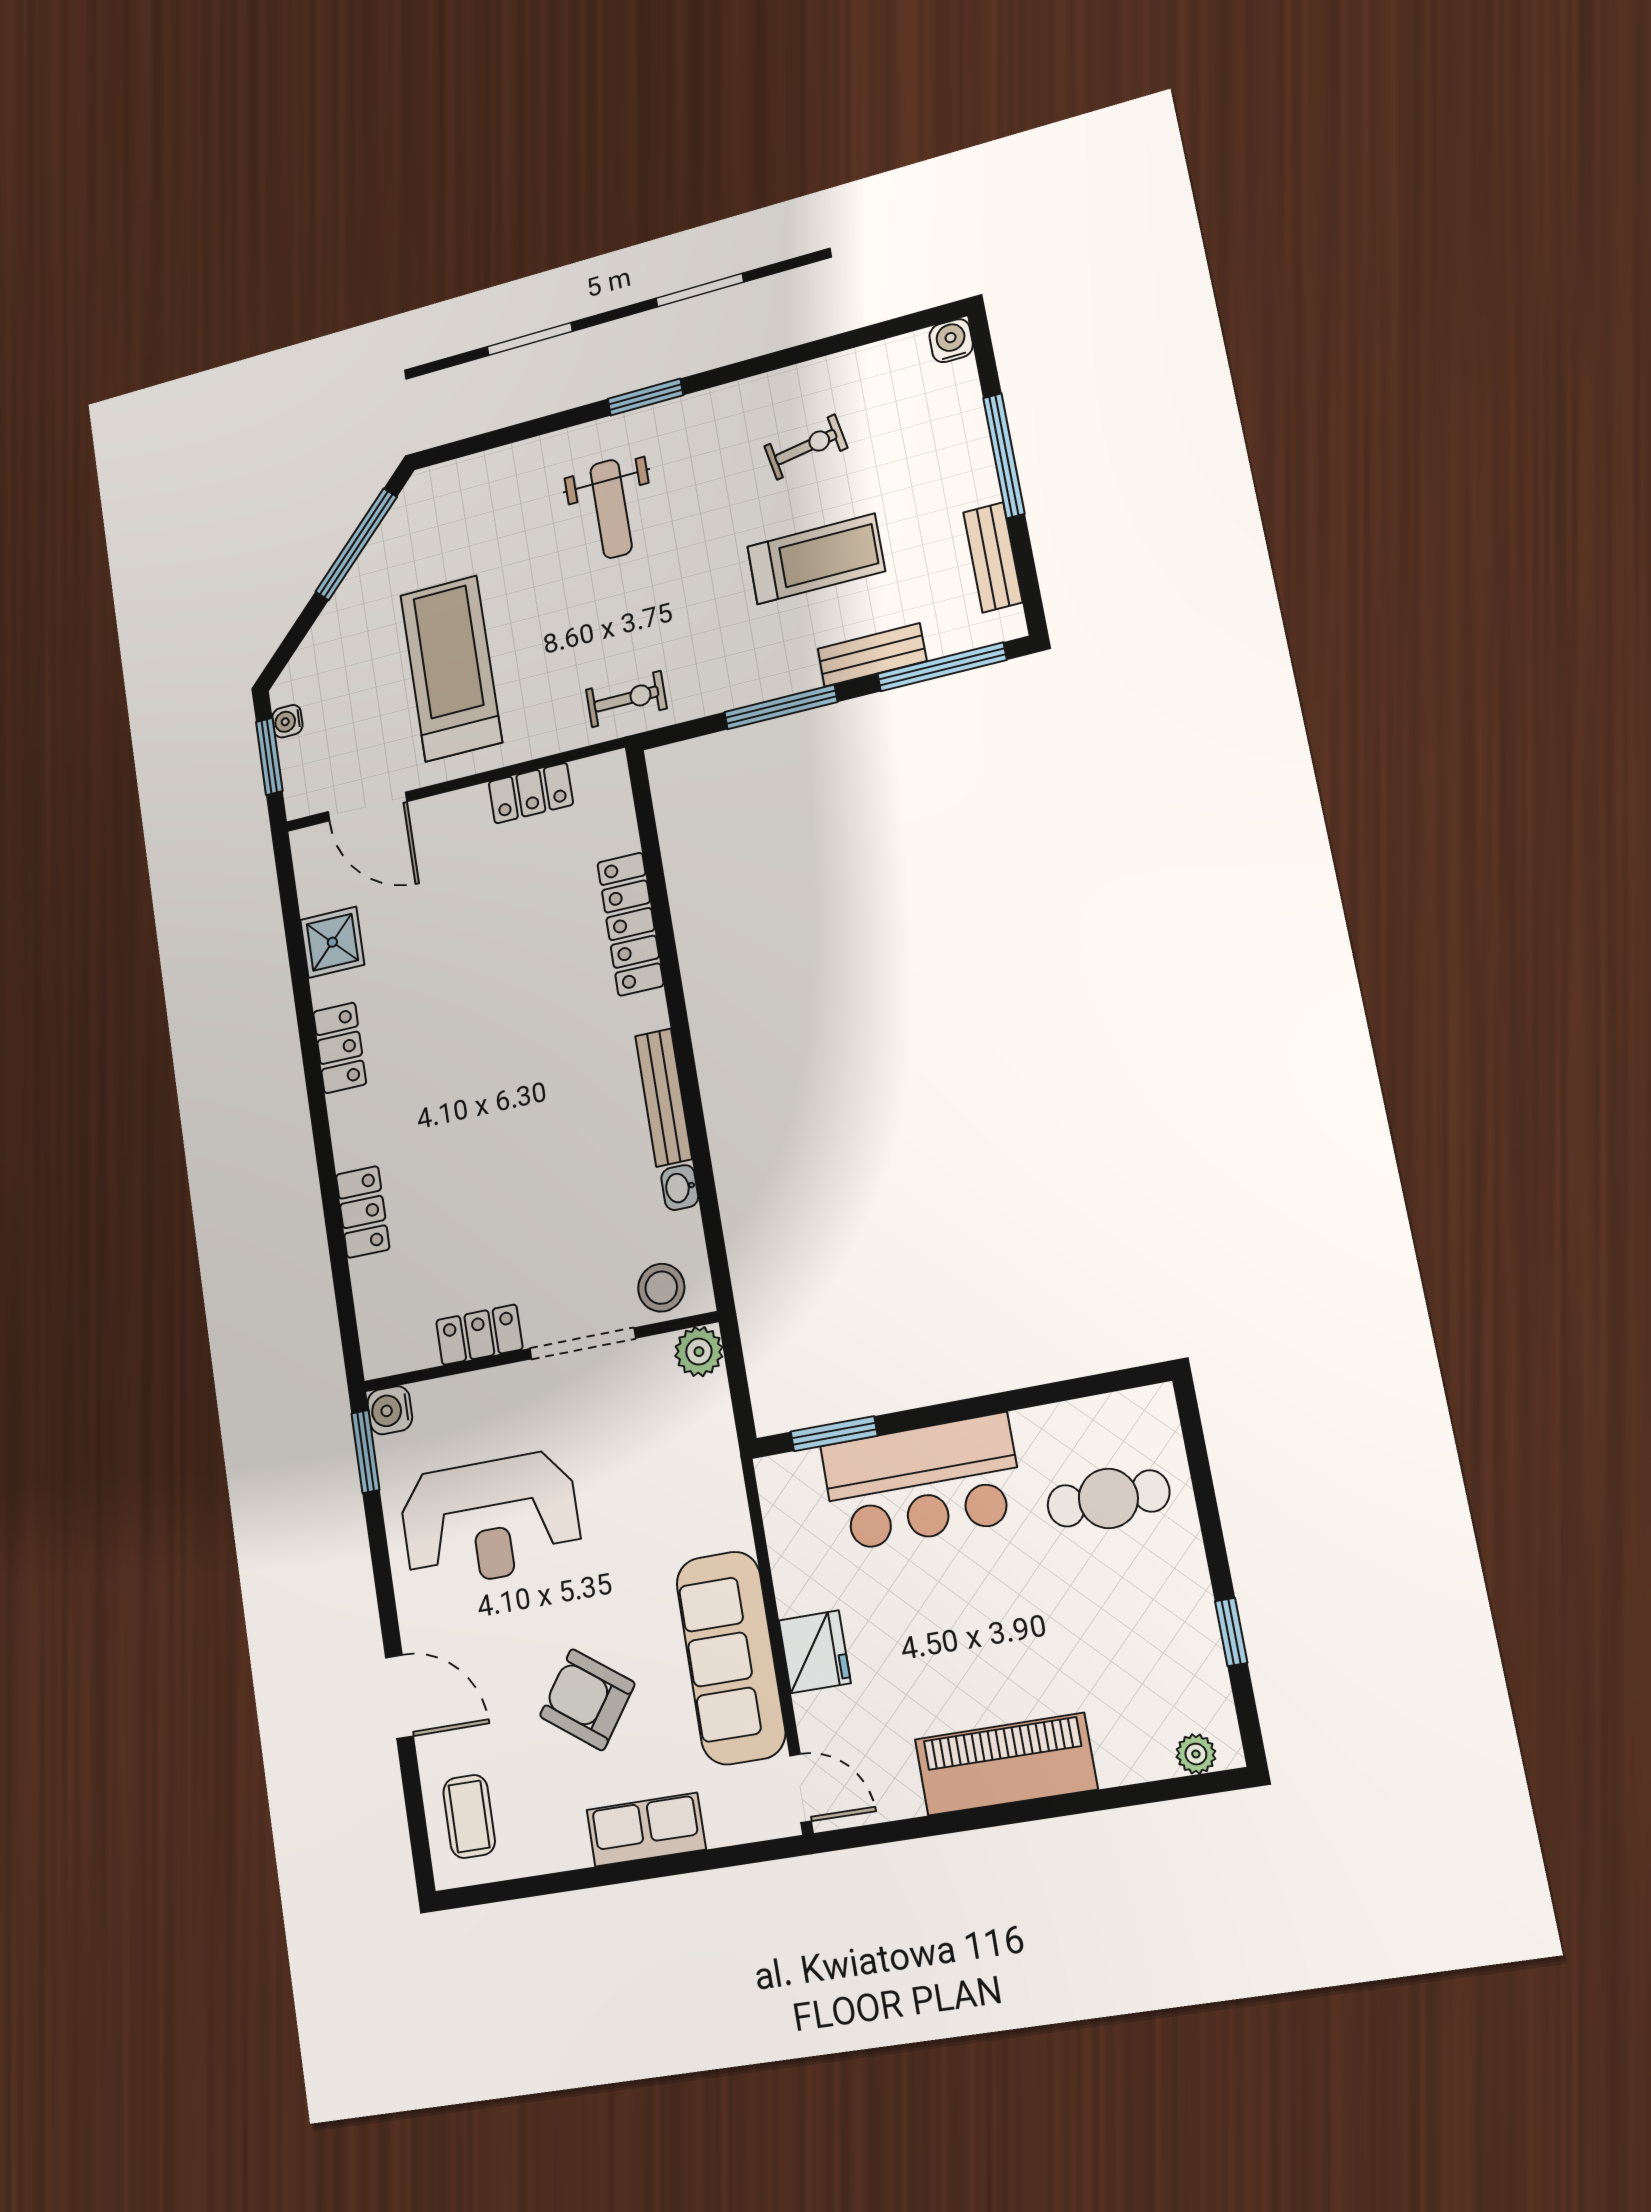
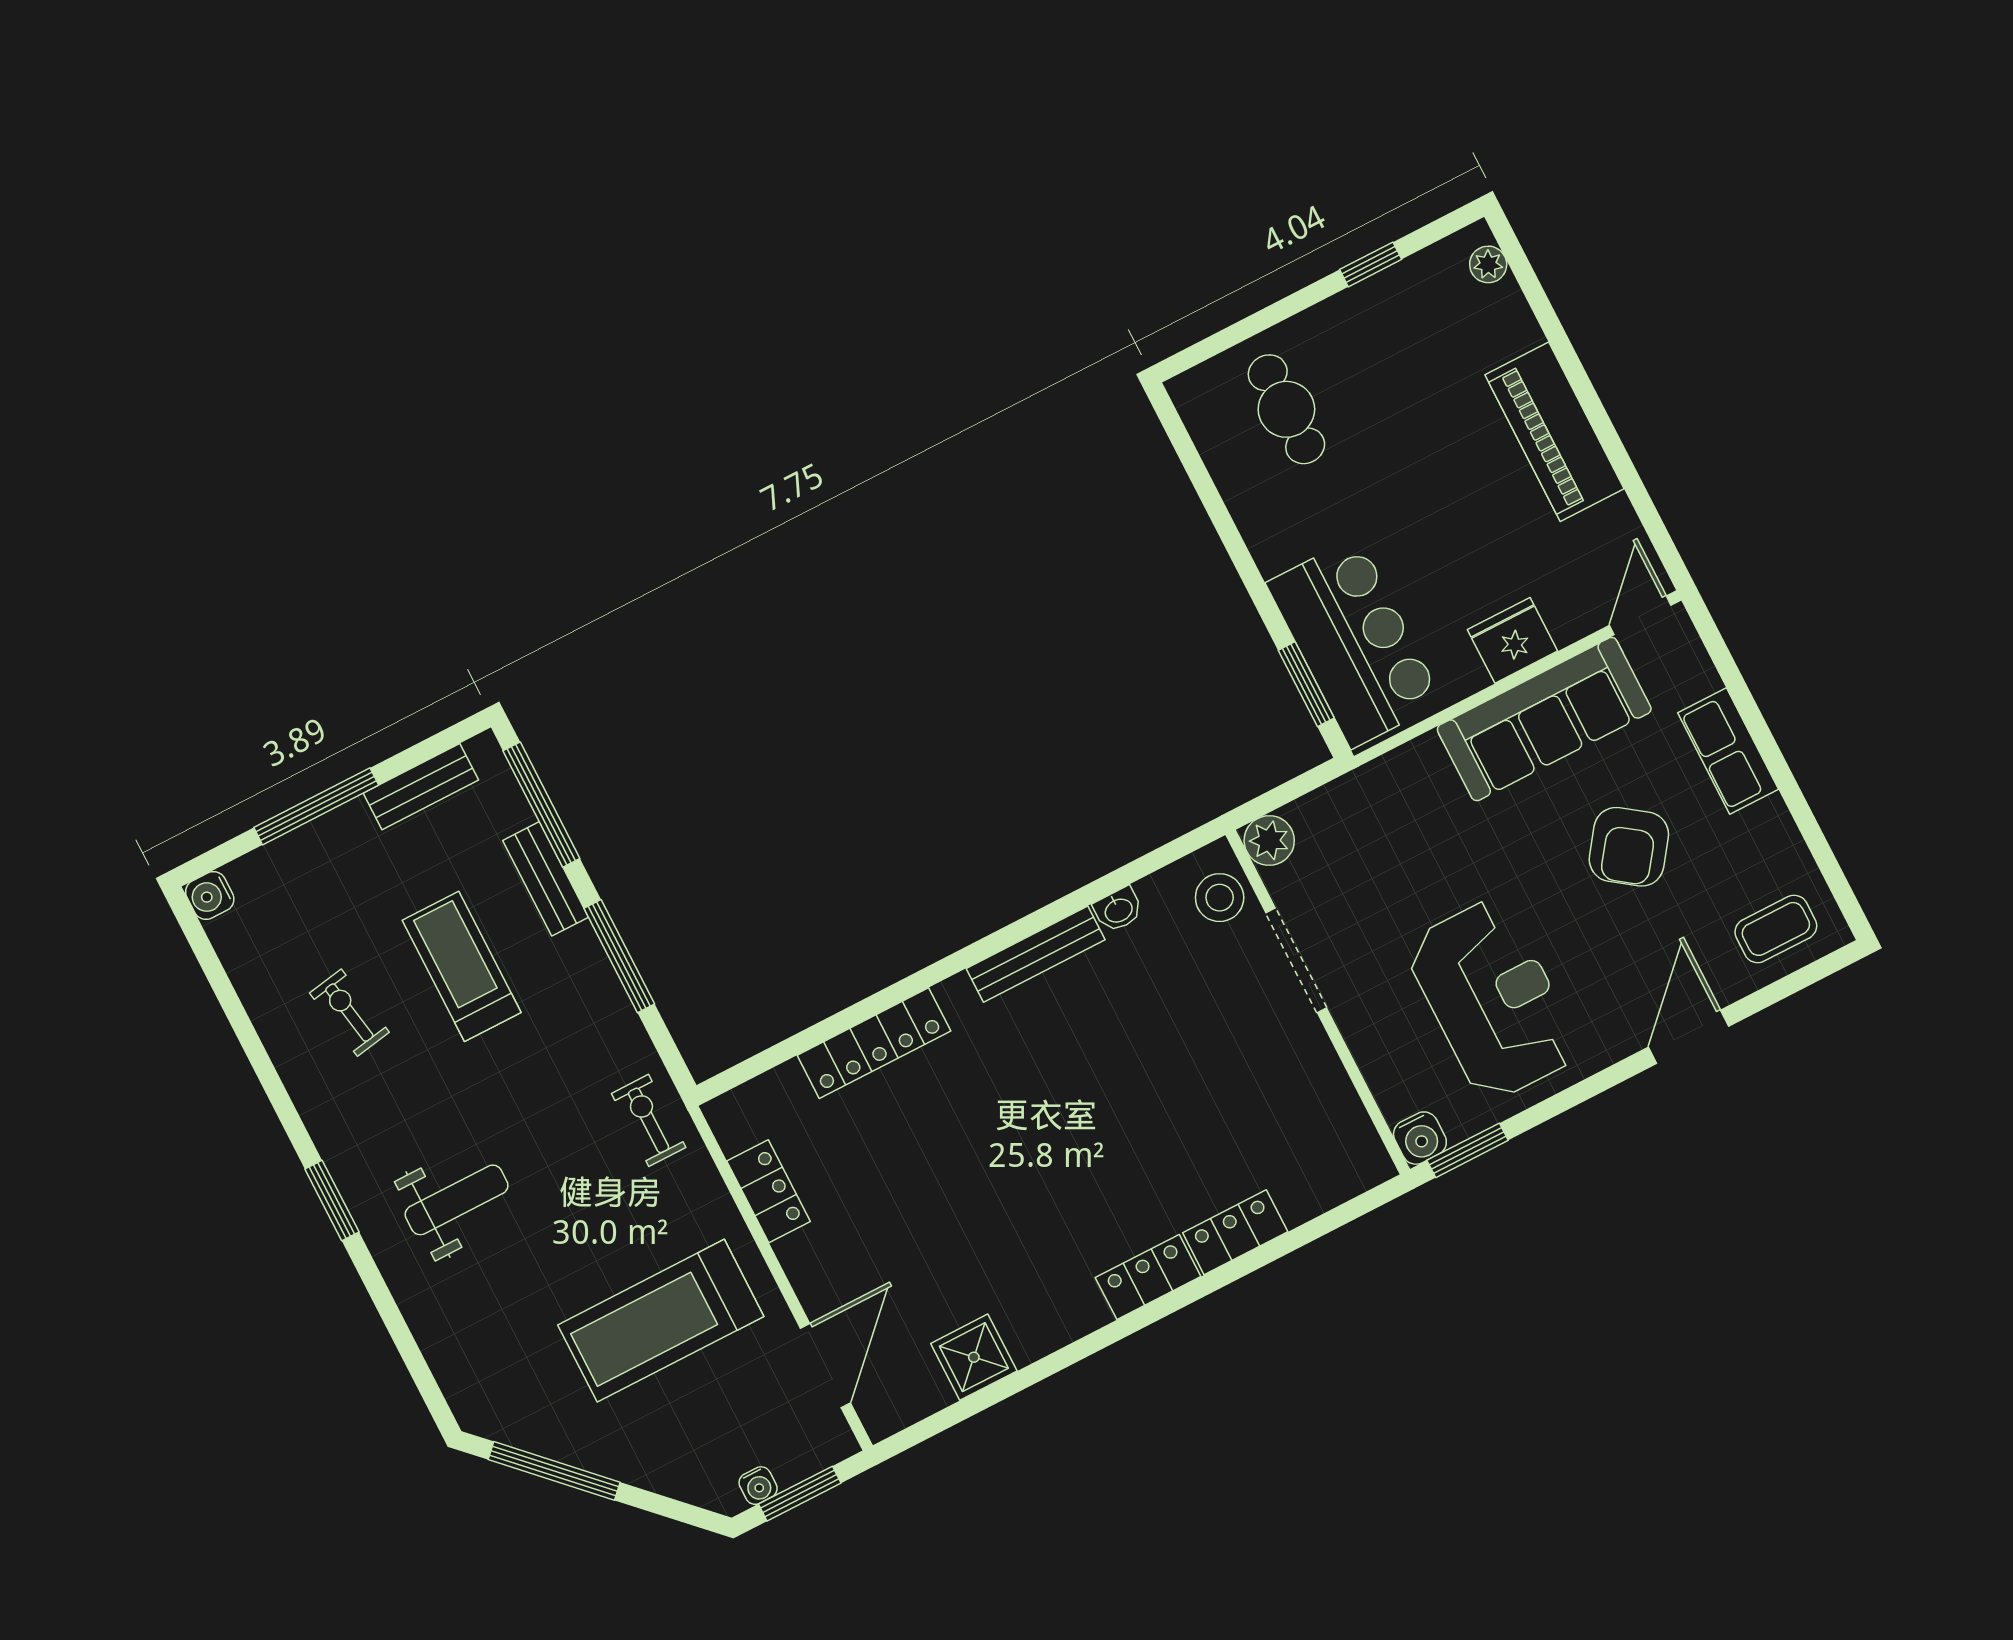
locker: (340, 1048) -> (1148, 1277), moved
locker: (479, 1335) -> (1319, 1069), removed
bar counter: (922, 1482) -> (1354, 643), moved

